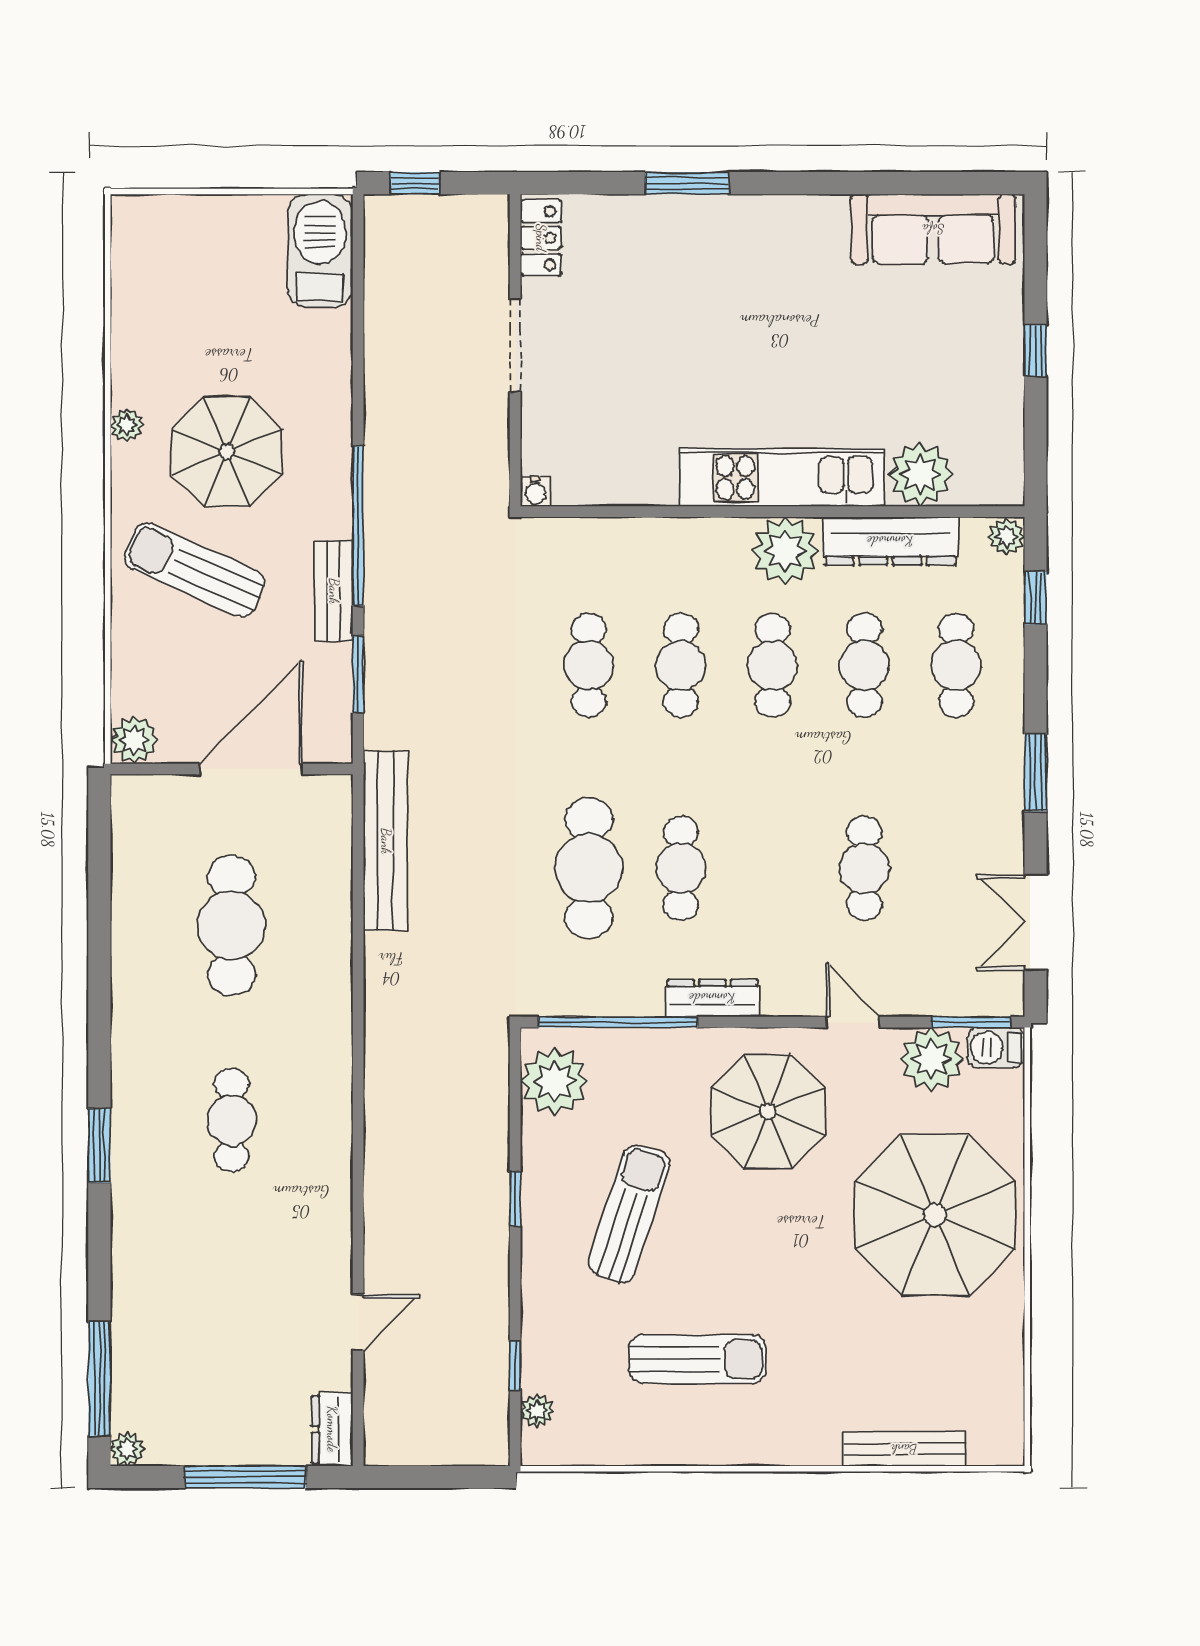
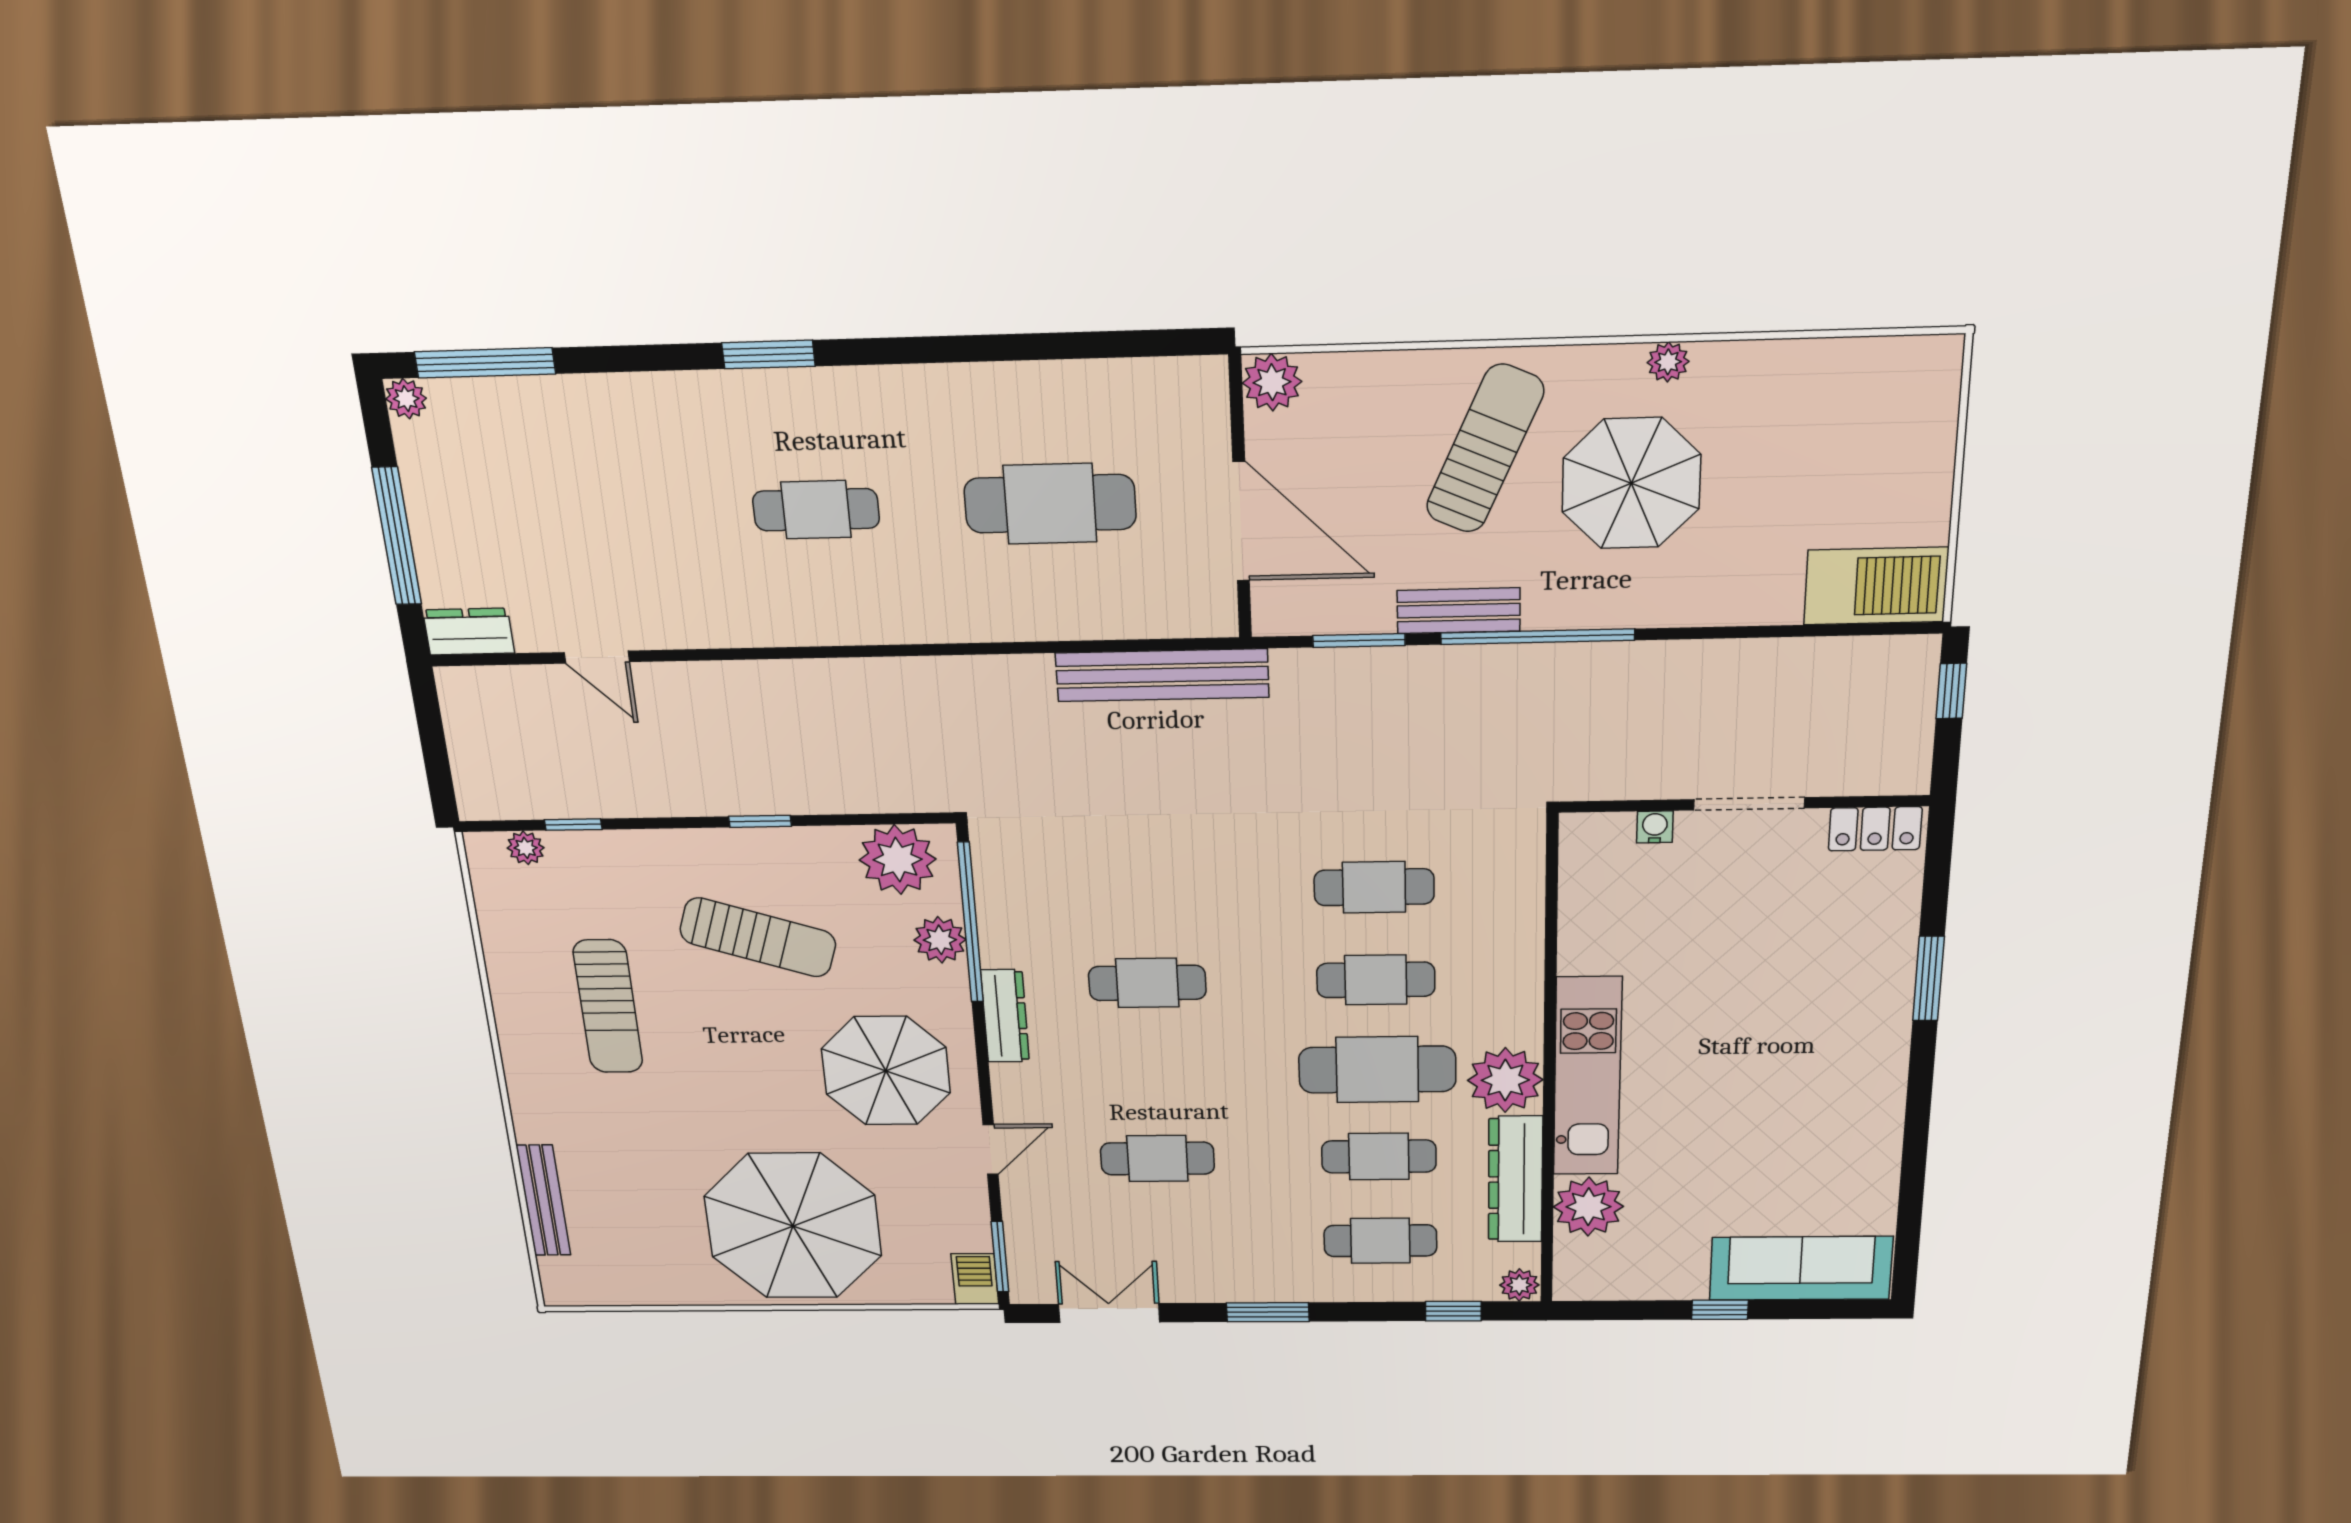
sofa: (933, 229) -> (1801, 1268), moved, turned 90
water cooler: (535, 491) -> (1655, 827), moved, turned 90
cafe table: (773, 665) -> (1377, 1070), width x1.37, depth x1.35
cafe table: (589, 868) -> (1142, 891), removed
plant: (932, 1059) -> (940, 940), moved, width x0.73, depth x0.73

